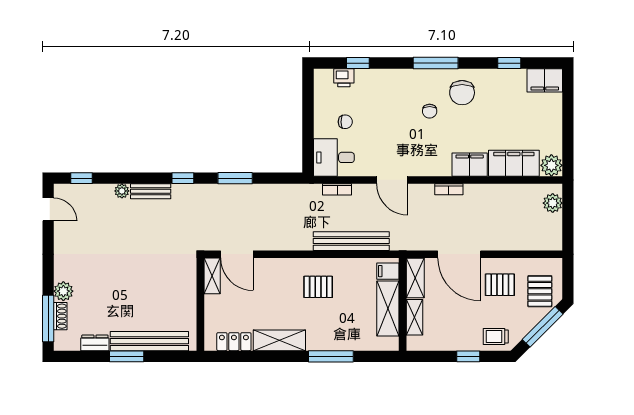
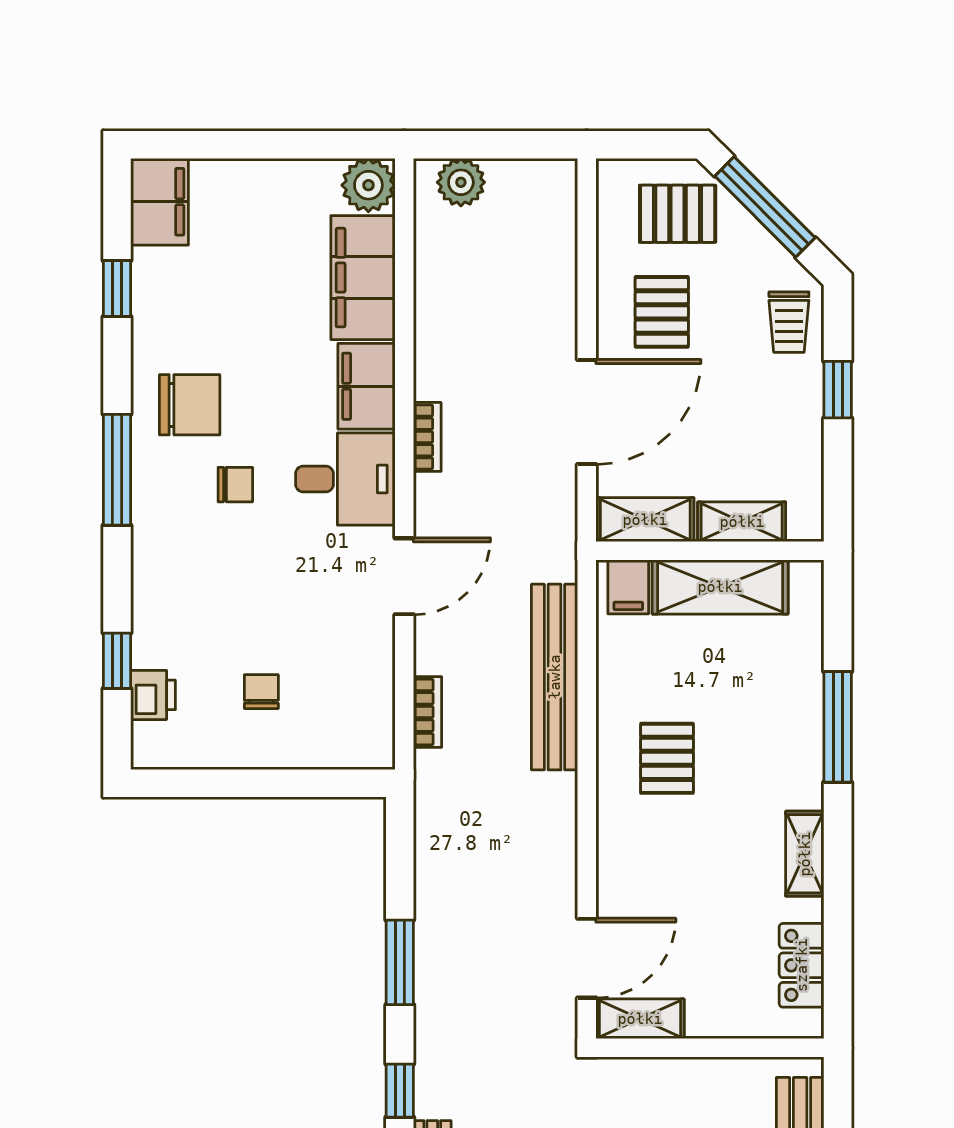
desk: (334, 157) -> (345, 479), moved, turned -90
shelving: (279, 340) -> (805, 854), width x0.67, depth x0.75

